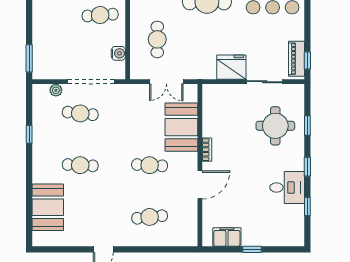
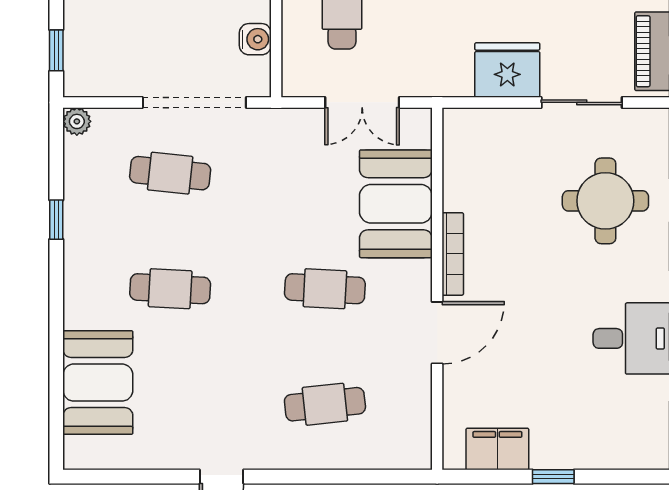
window: (29, 58) -> (56, 50), width x0.67
plant: (56, 90) -> (77, 121), moved
bookcase: (207, 150) -> (453, 254), width x1.56

